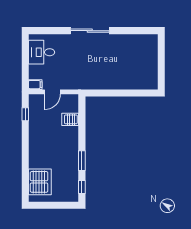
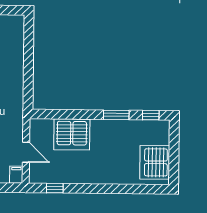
server rack: (70, 119) -> (72, 134), width x2.18, depth x1.44
server rack: (40, 182) -> (155, 162), moved, turned -90

